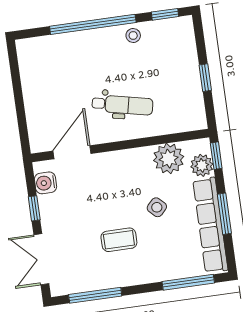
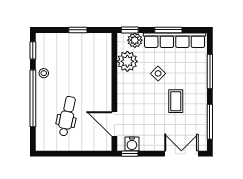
dental chair: (122, 105) -> (67, 116), moved
window: (34, 208) -> (130, 154), moved
double door: (41, 259) -> (181, 154), swing flipped
window: (188, 282) -> (210, 72), moved

